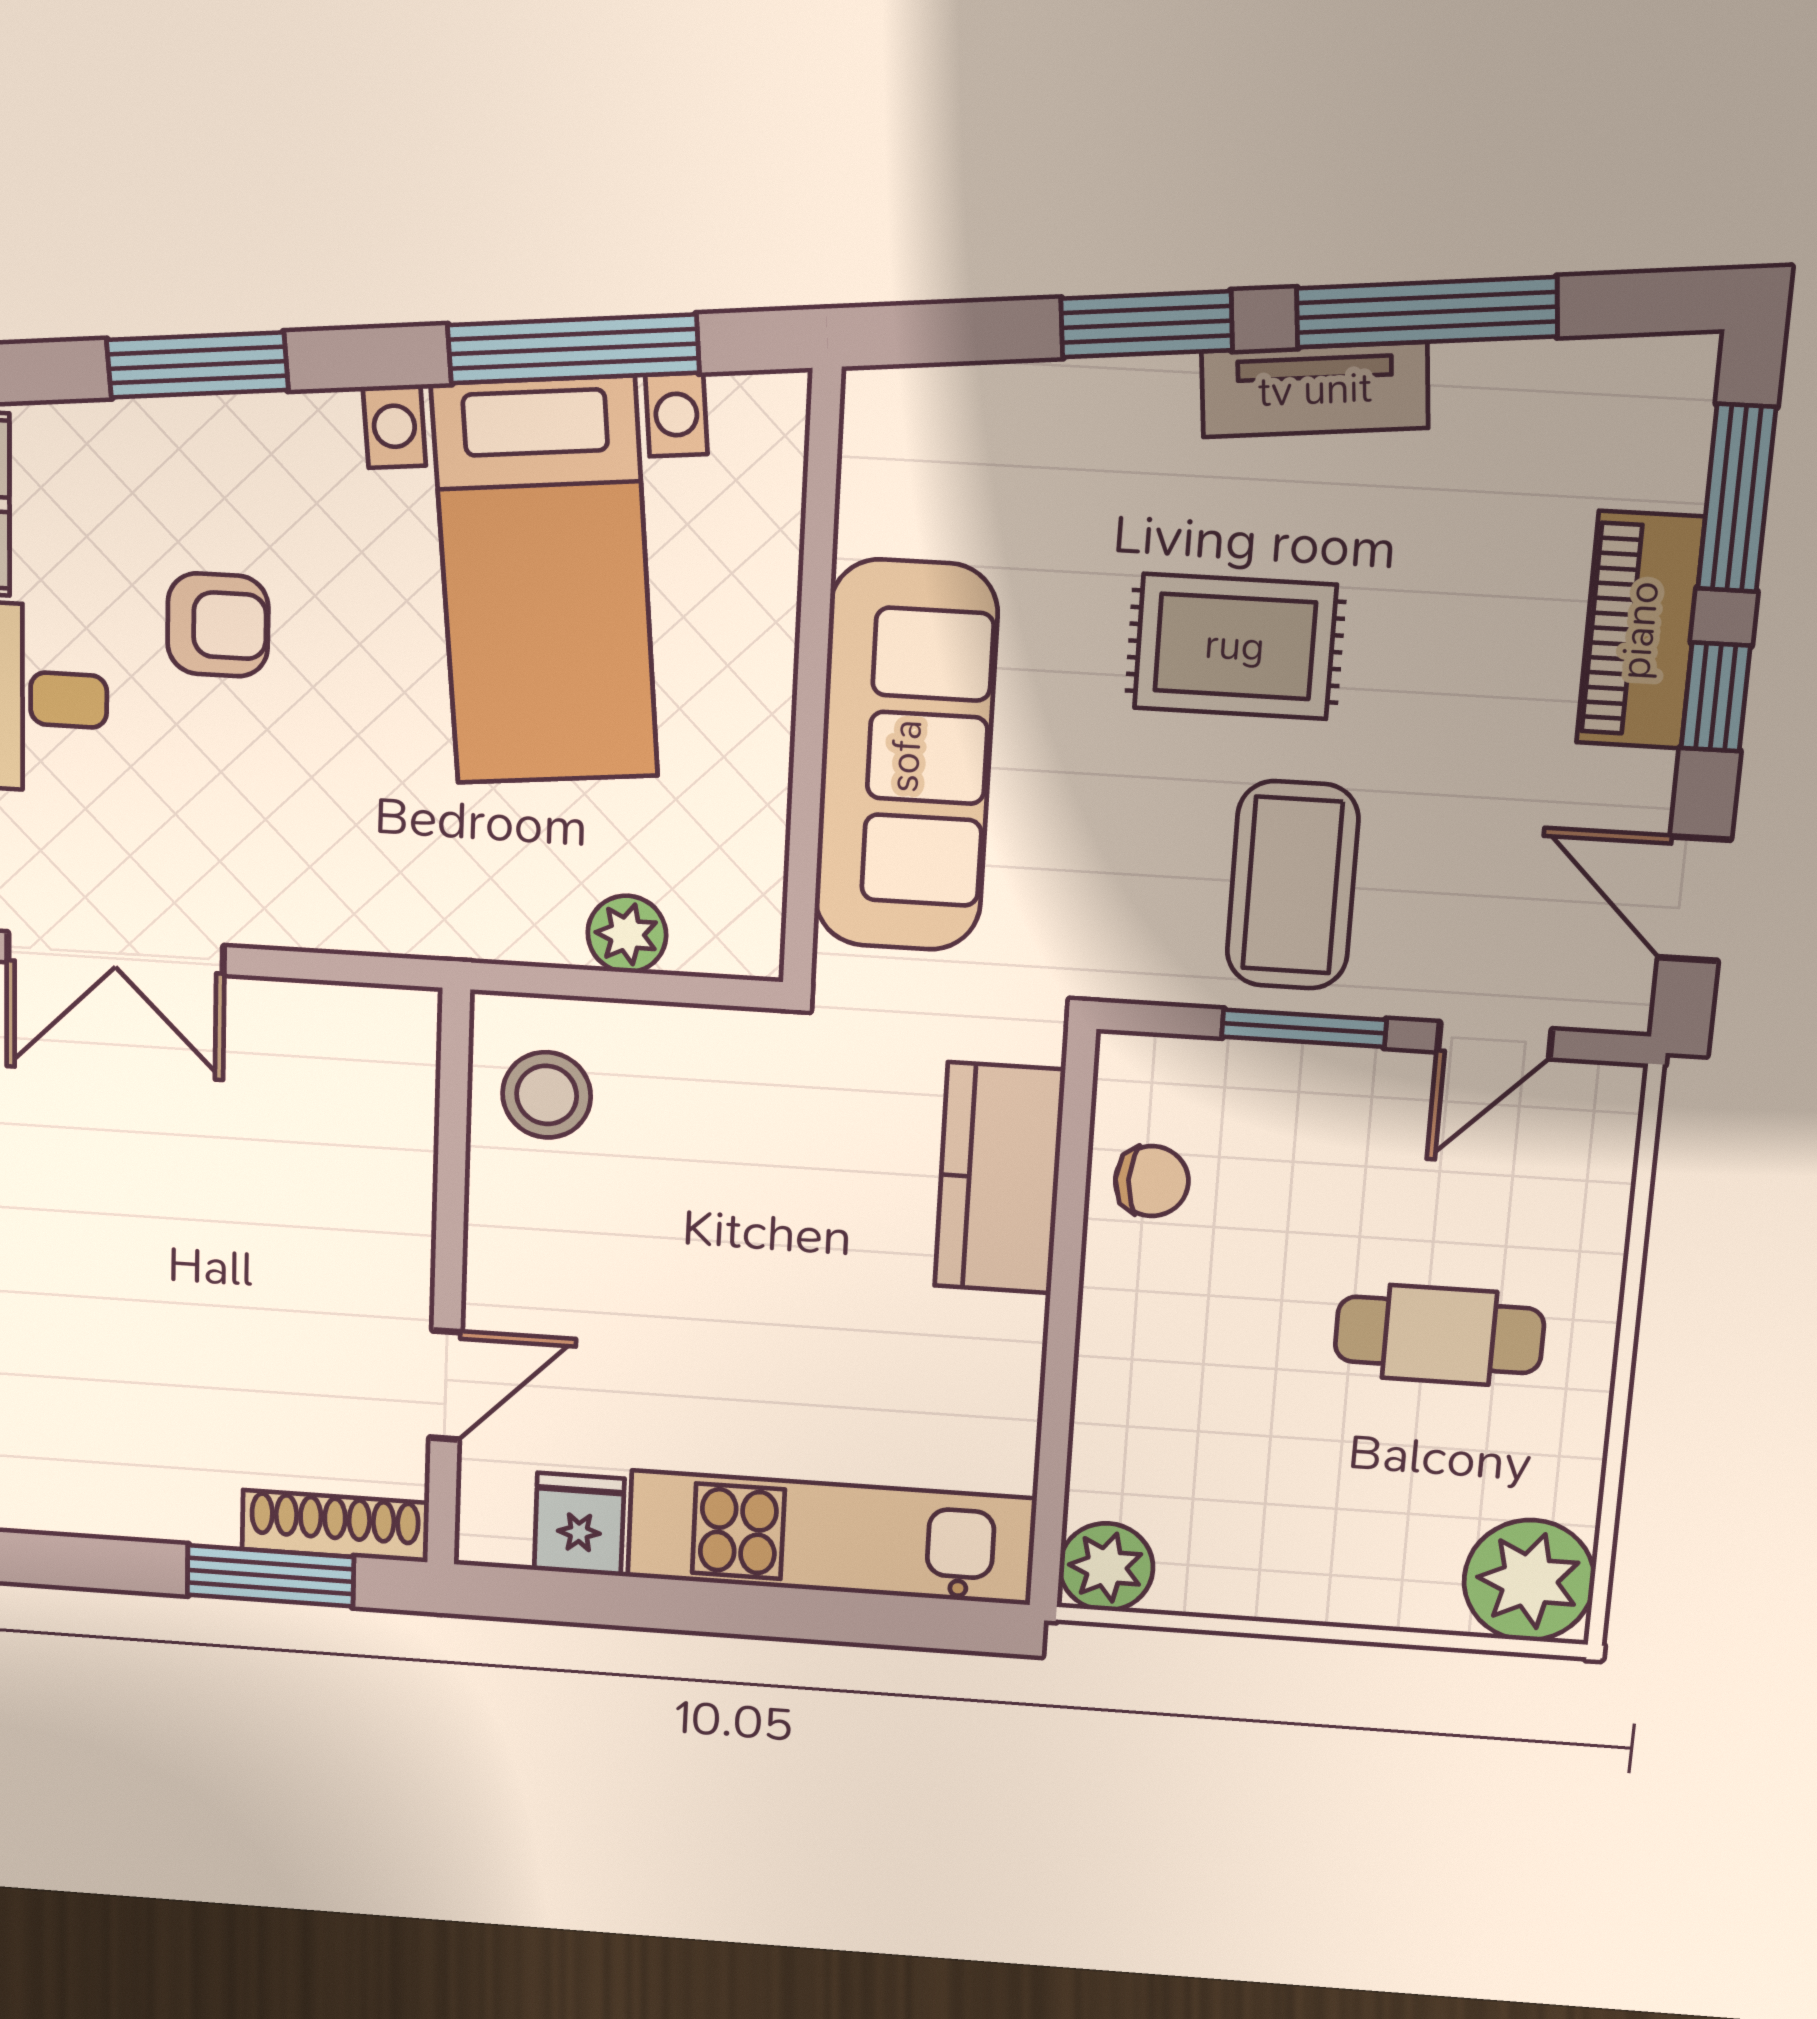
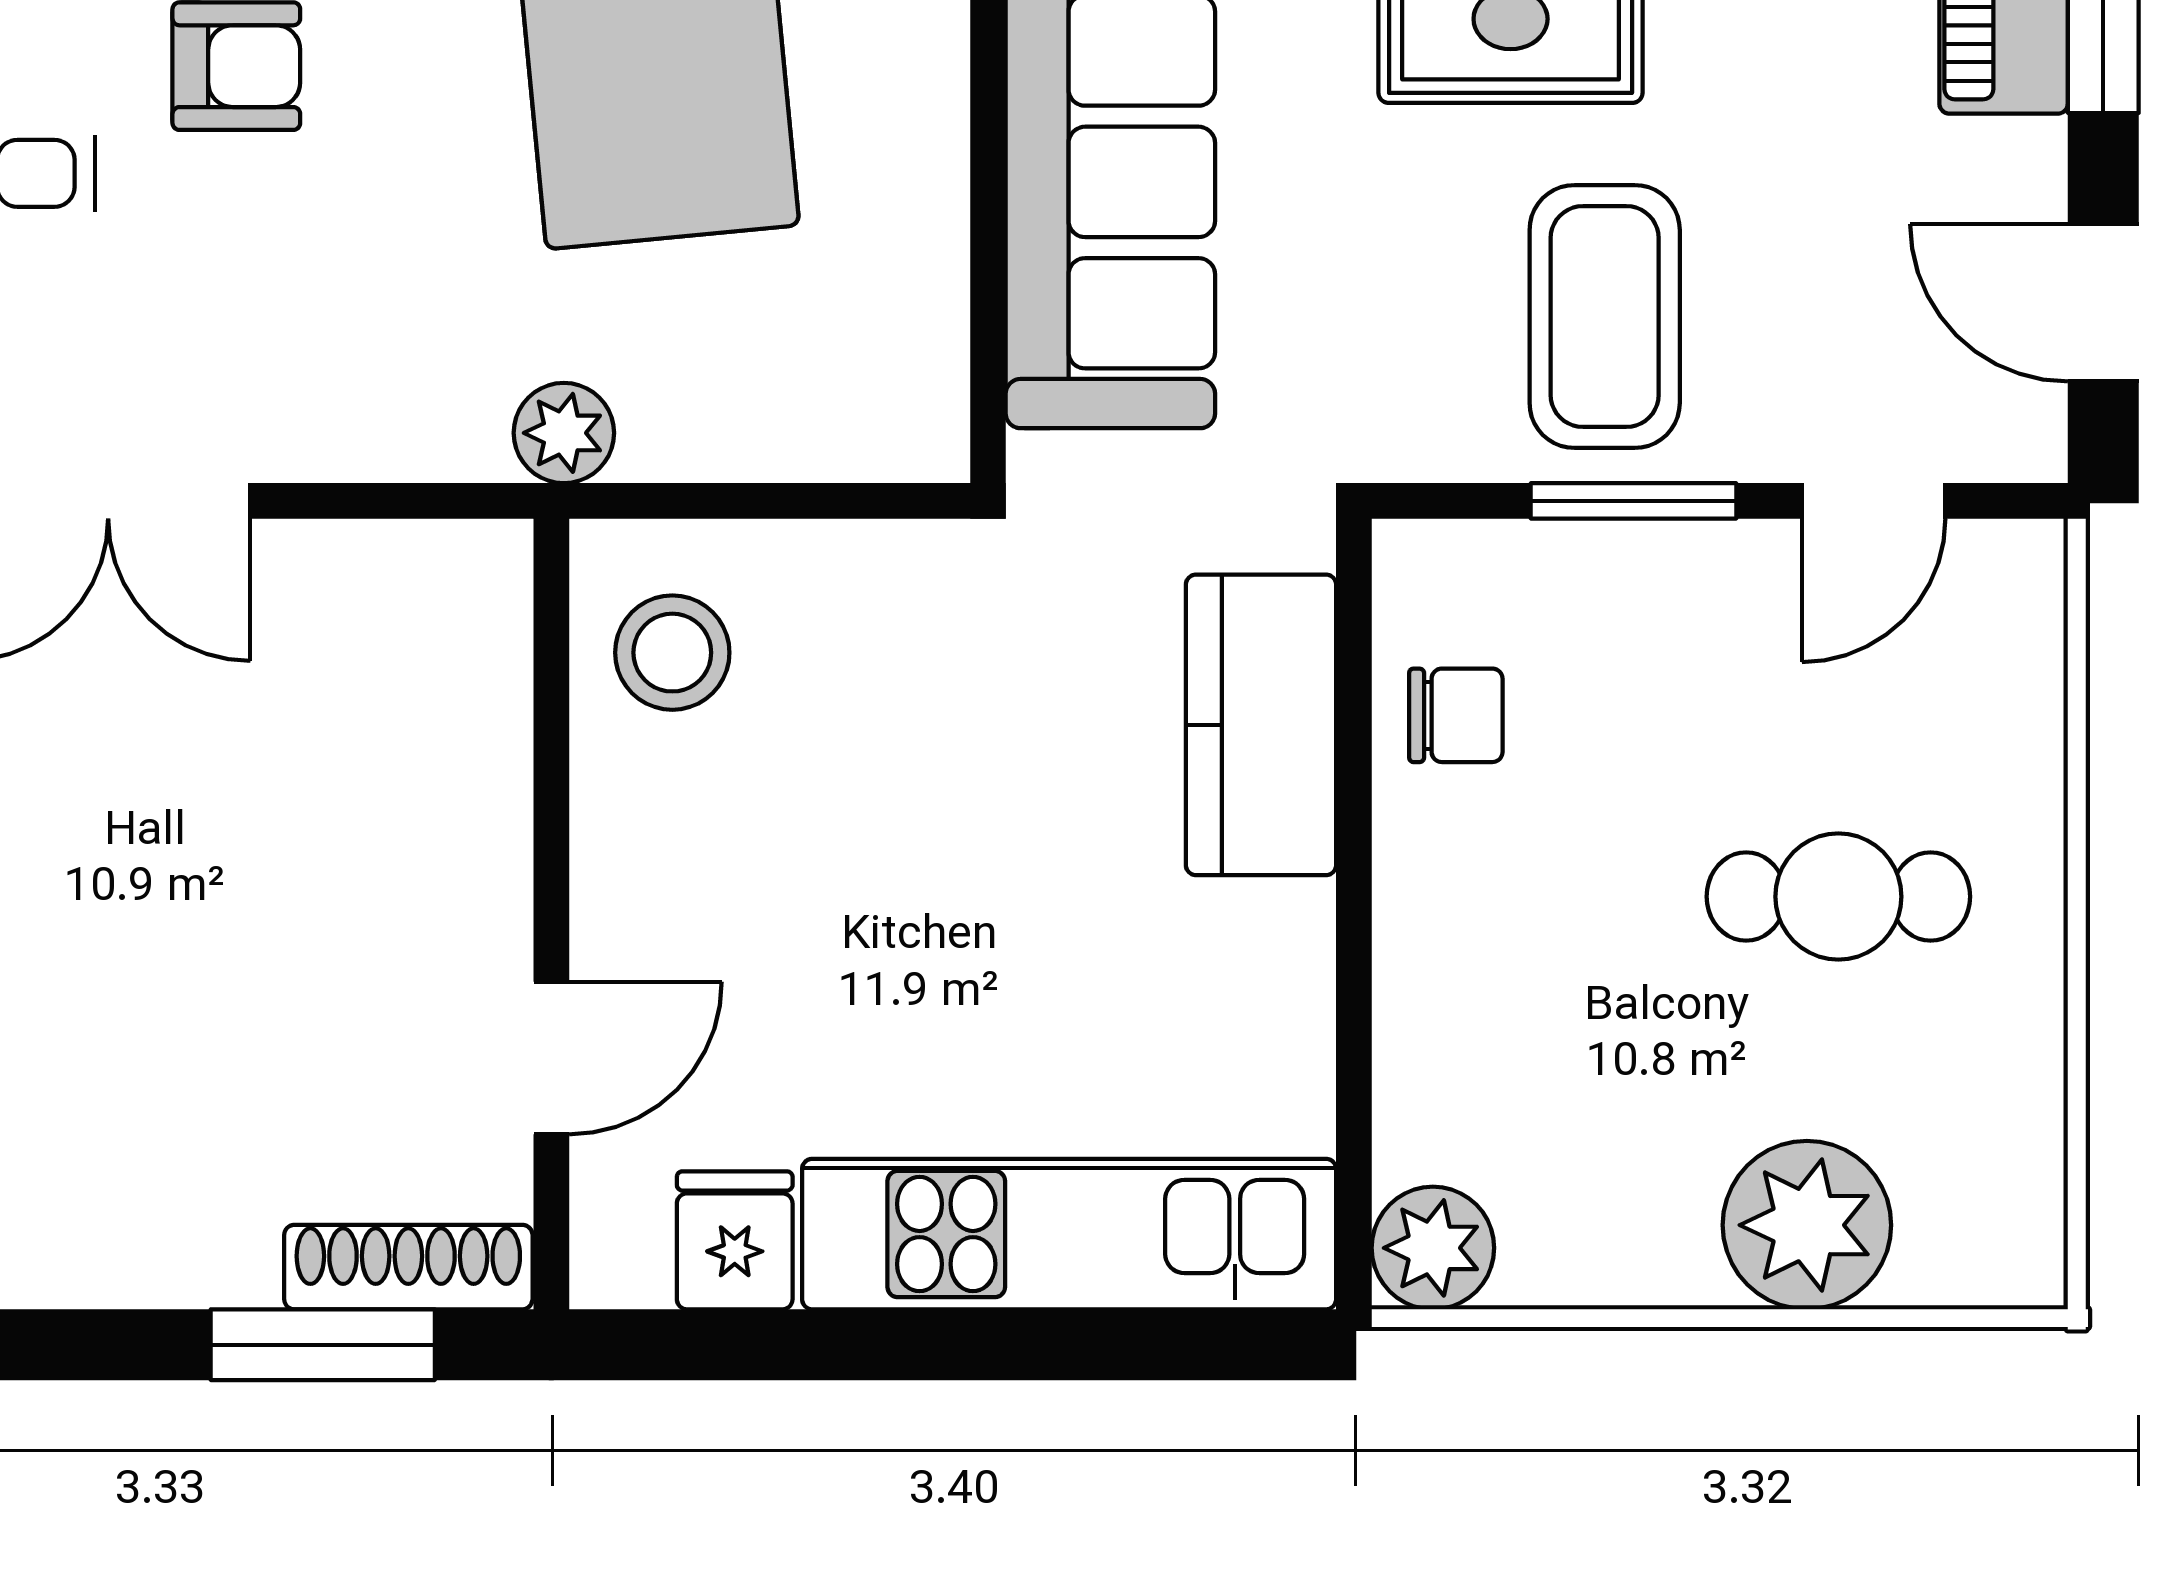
plant: (627, 934) -> (564, 433), moved
plant: (1529, 1580) -> (1807, 1225), moved

